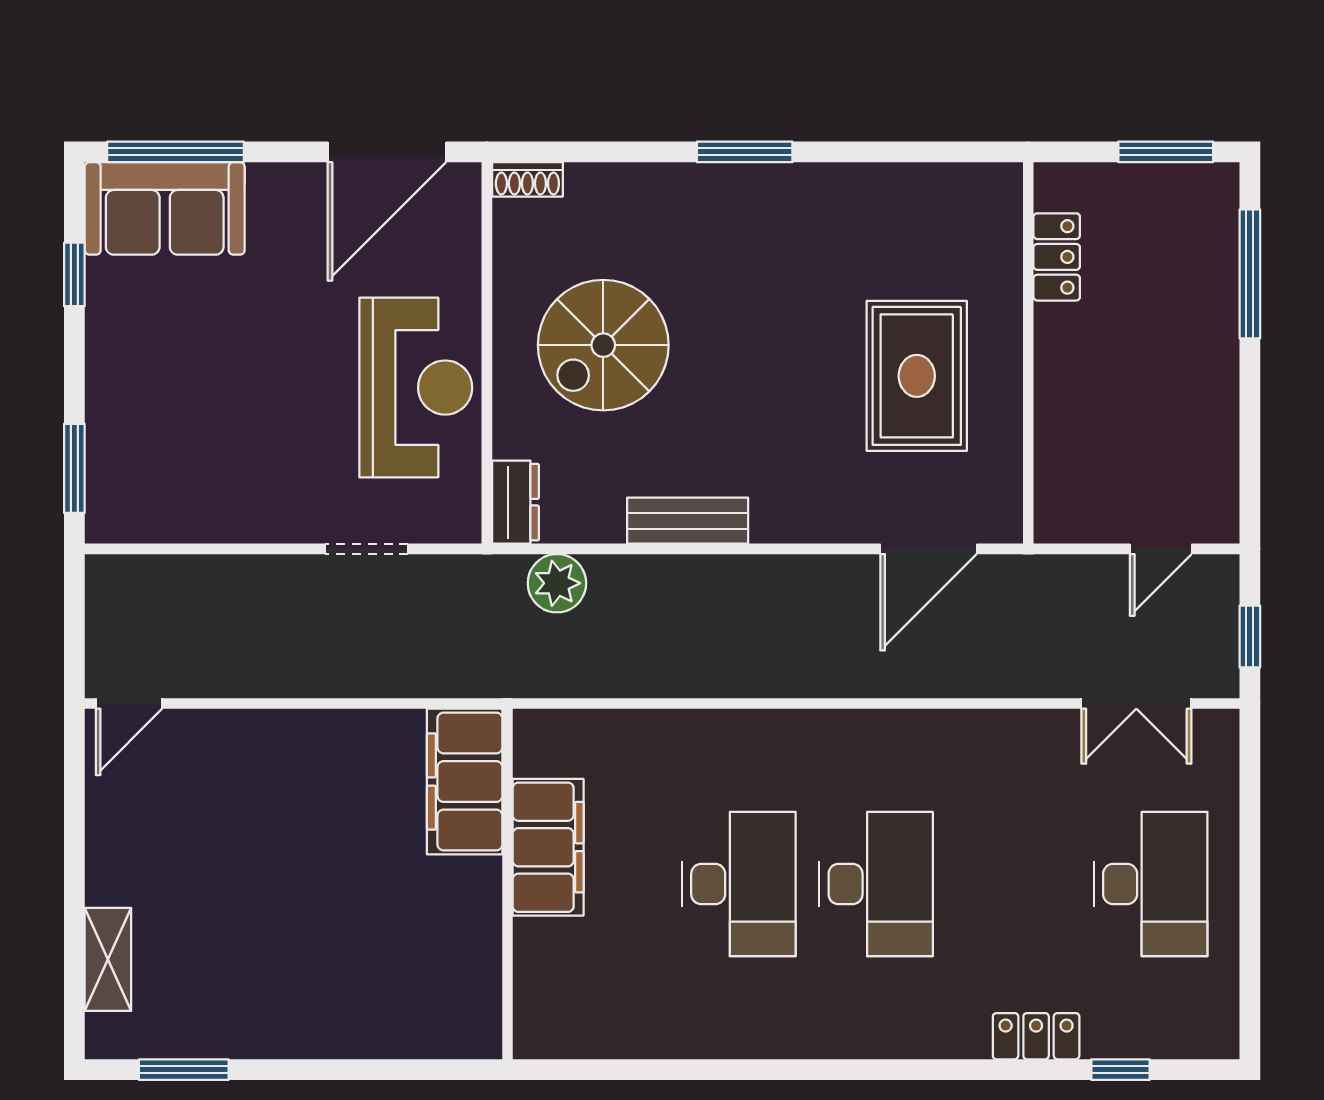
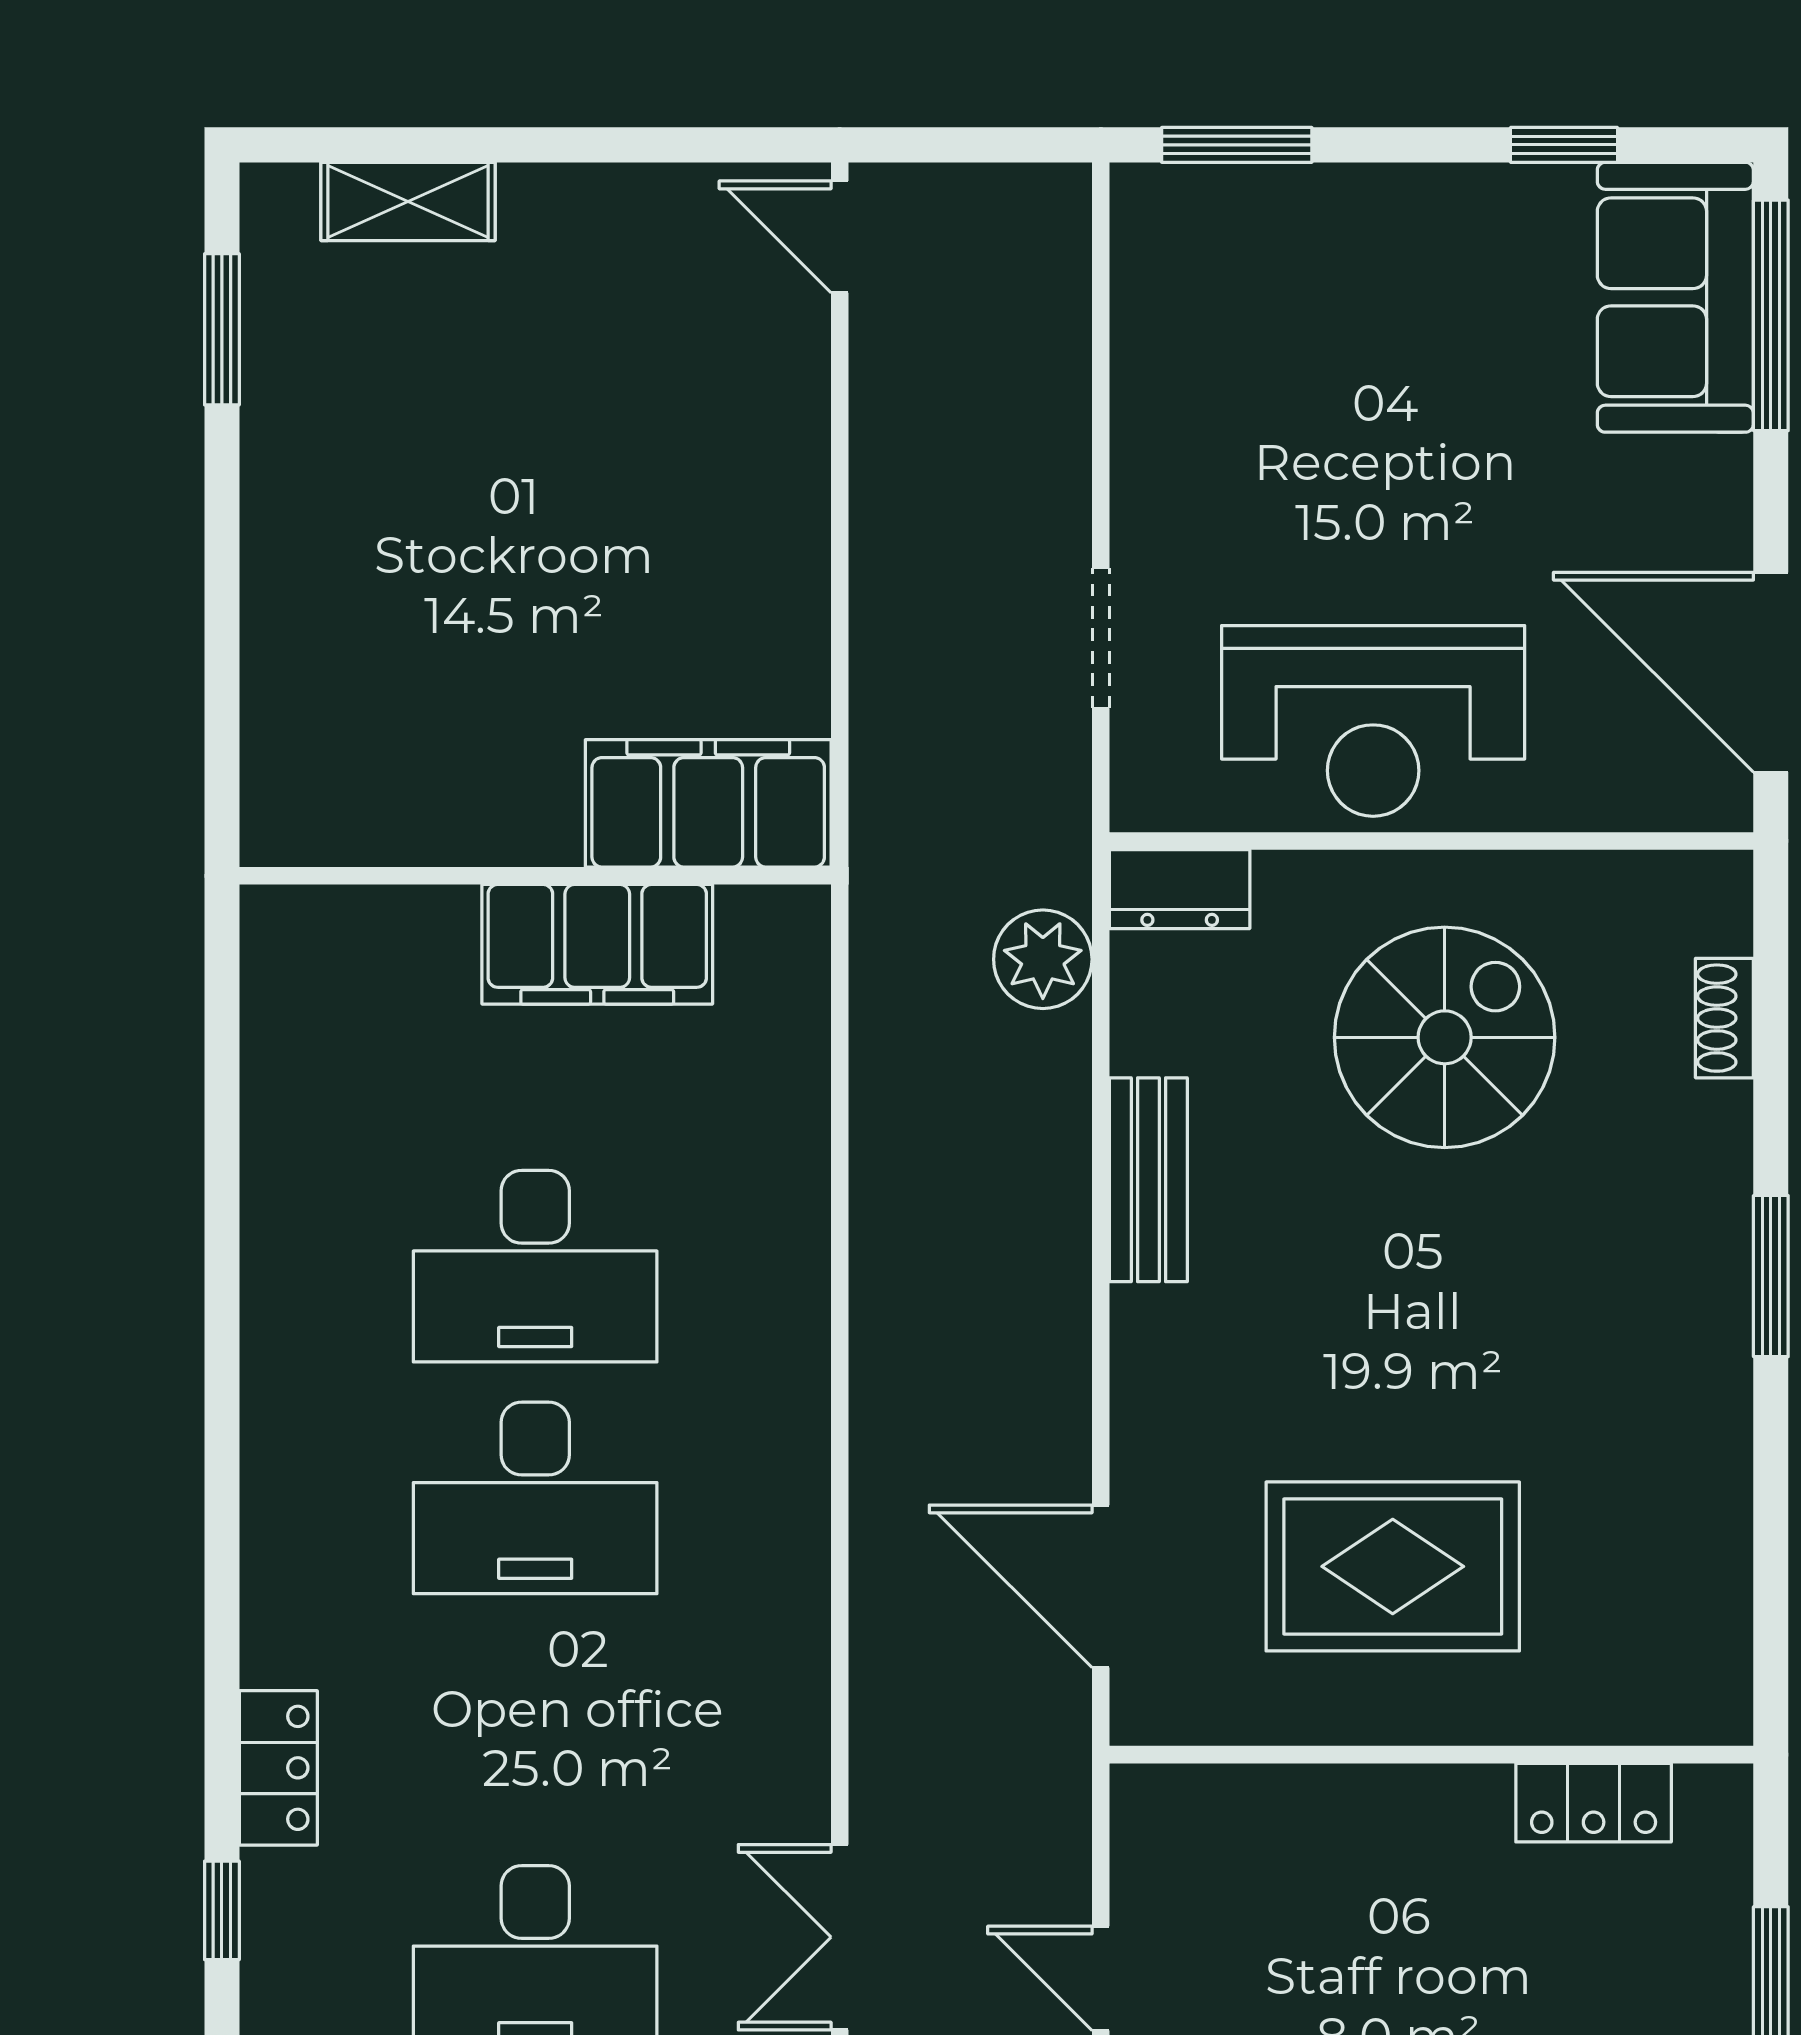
shoe rack: (527, 179) -> (1724, 1018), moved
spiral stairs: (603, 345) -> (1445, 1037), turned 90

